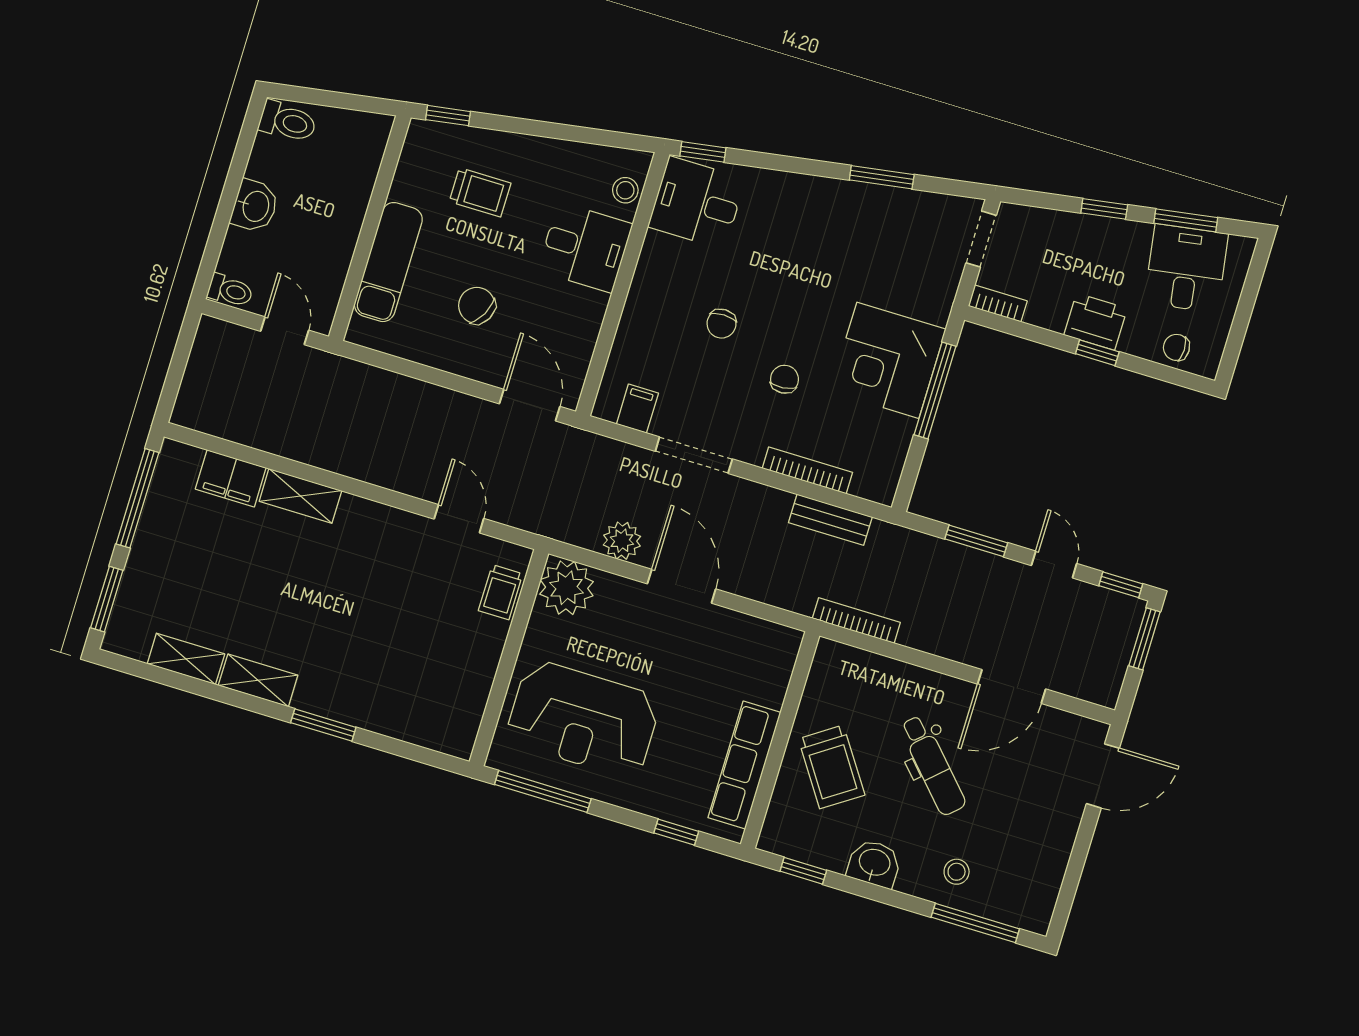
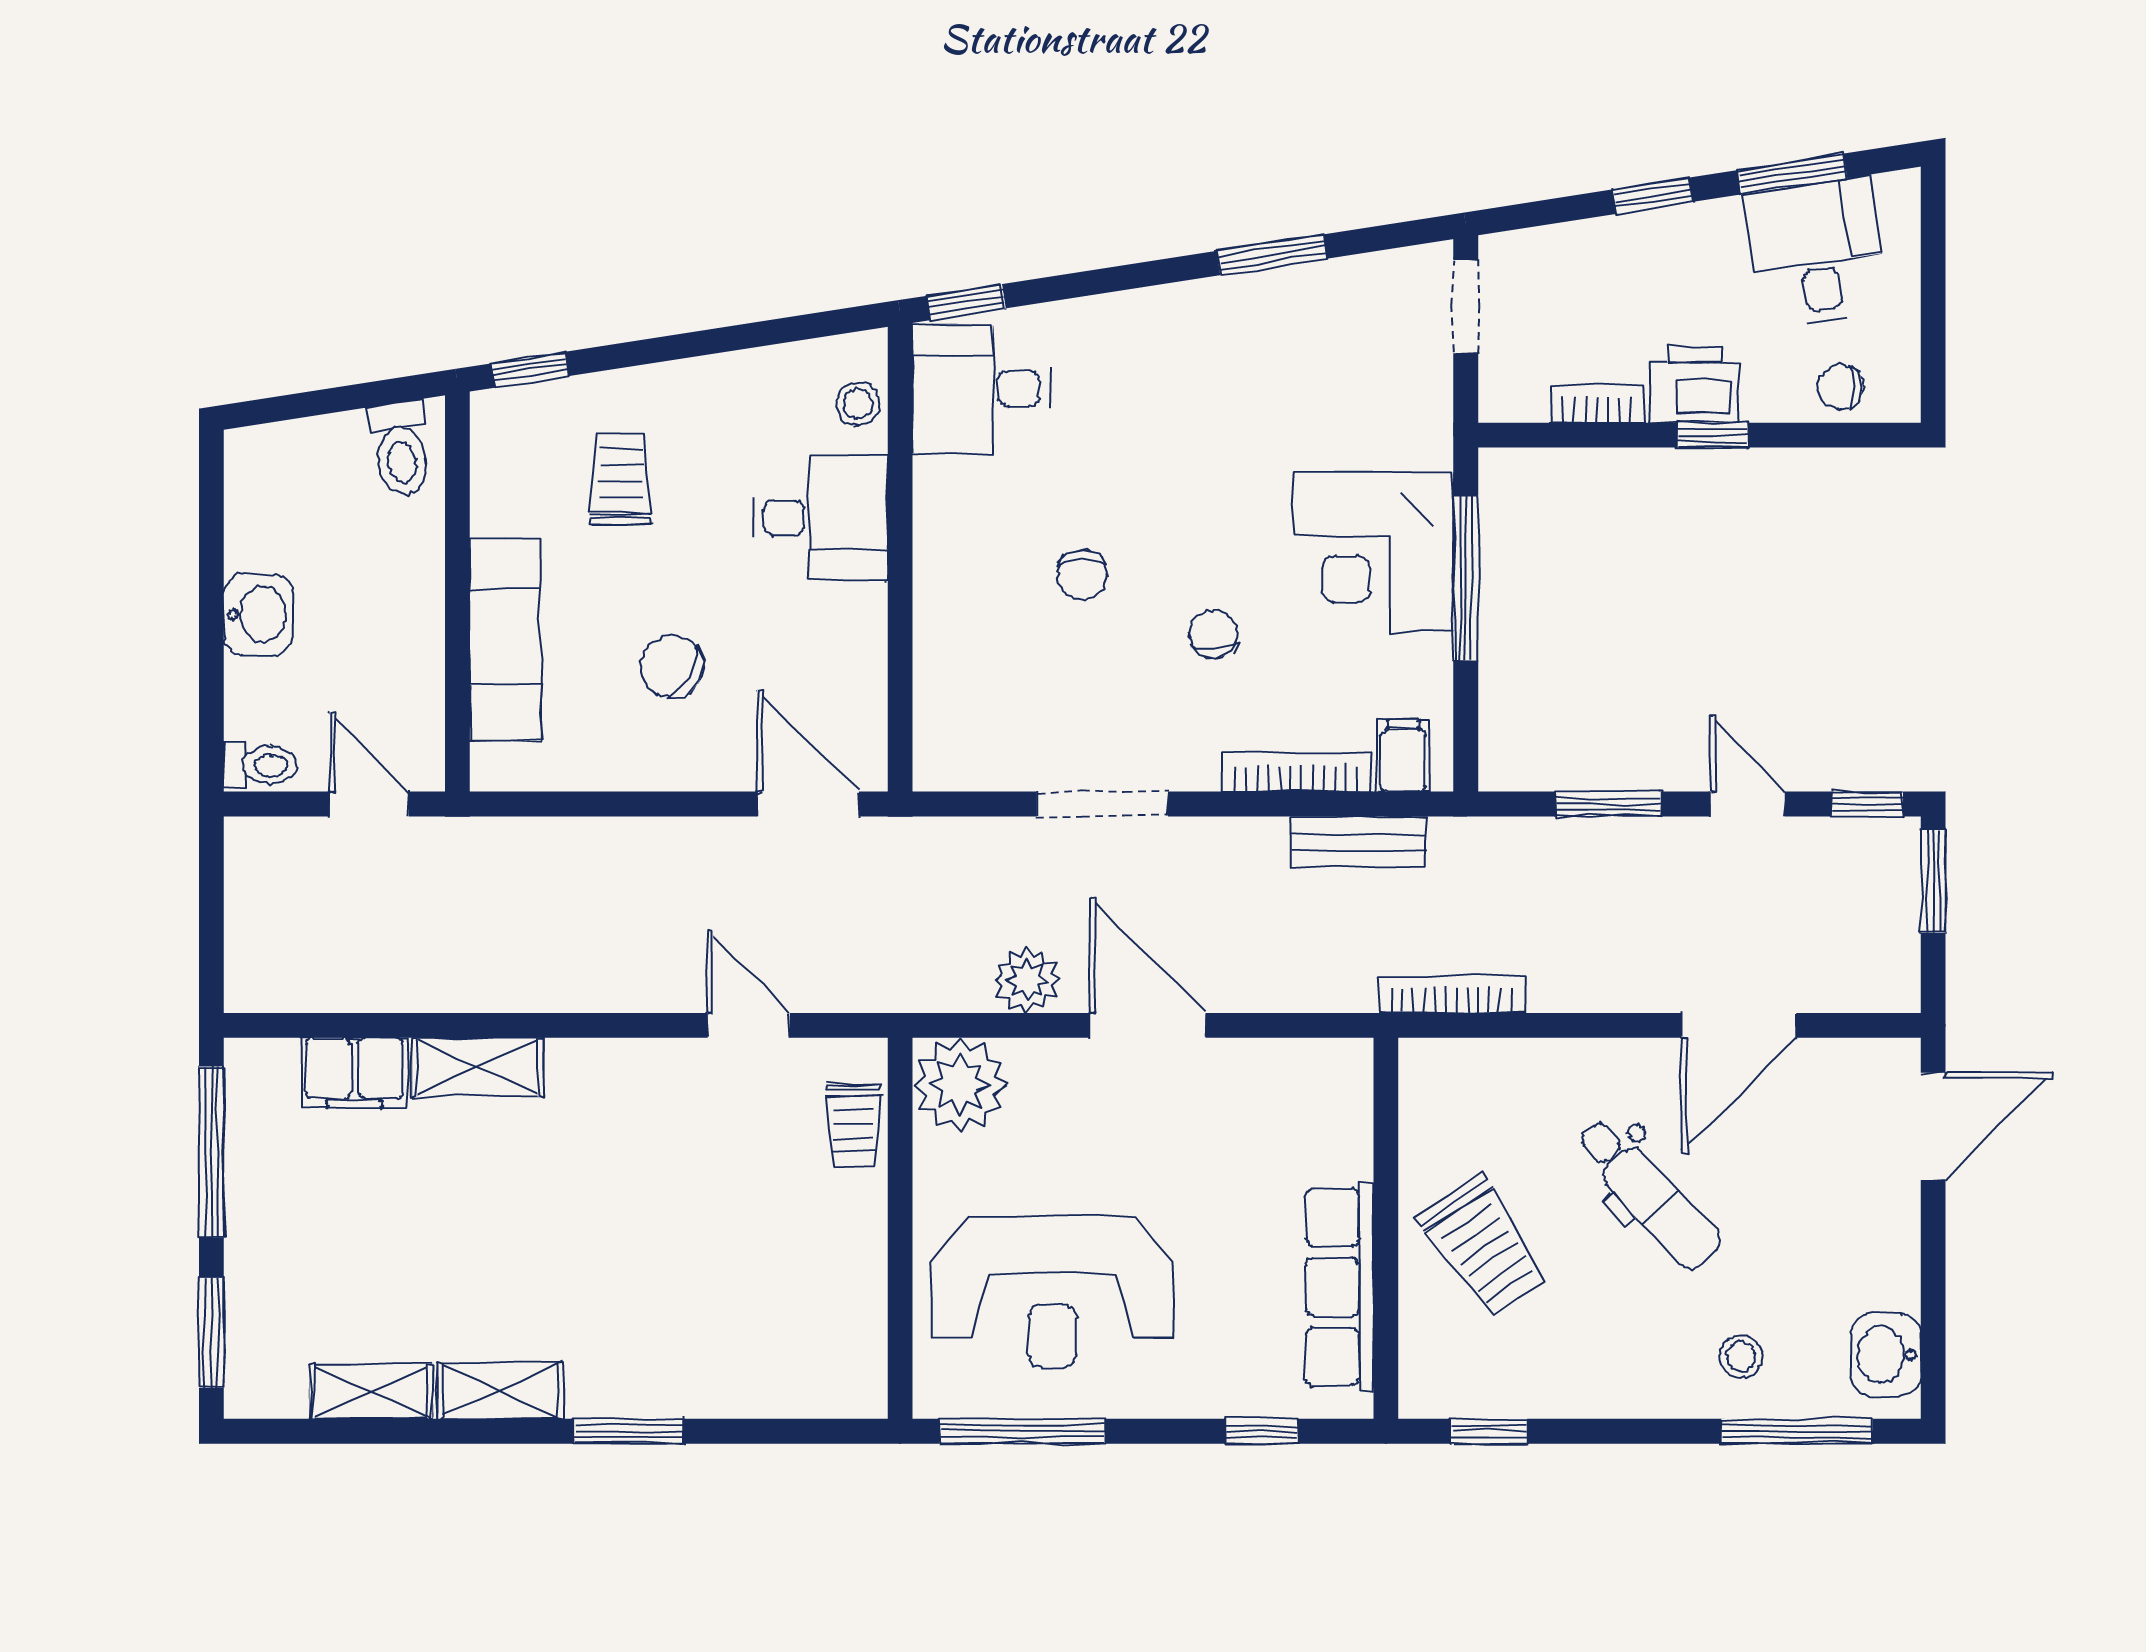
toilet: (288, 122) -> (400, 449), moved, turned 81
trolley: (480, 192) -> (621, 480), turned -90
bookcase: (998, 303) -> (1597, 404), moved
filing cabinet: (637, 409) -> (1403, 756), moved
washbasin: (874, 863) -> (1886, 1355), moved, turned -90

